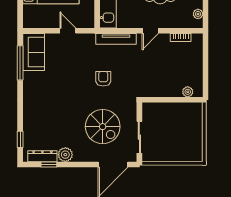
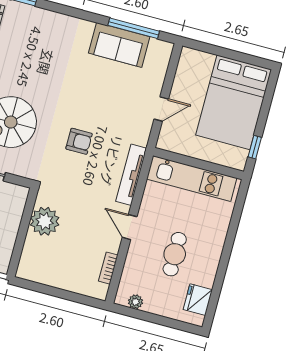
sofa: (34, 52) -> (119, 45), moved
plant: (188, 92) -> (45, 221), moved, width x1.87, depth x1.87

